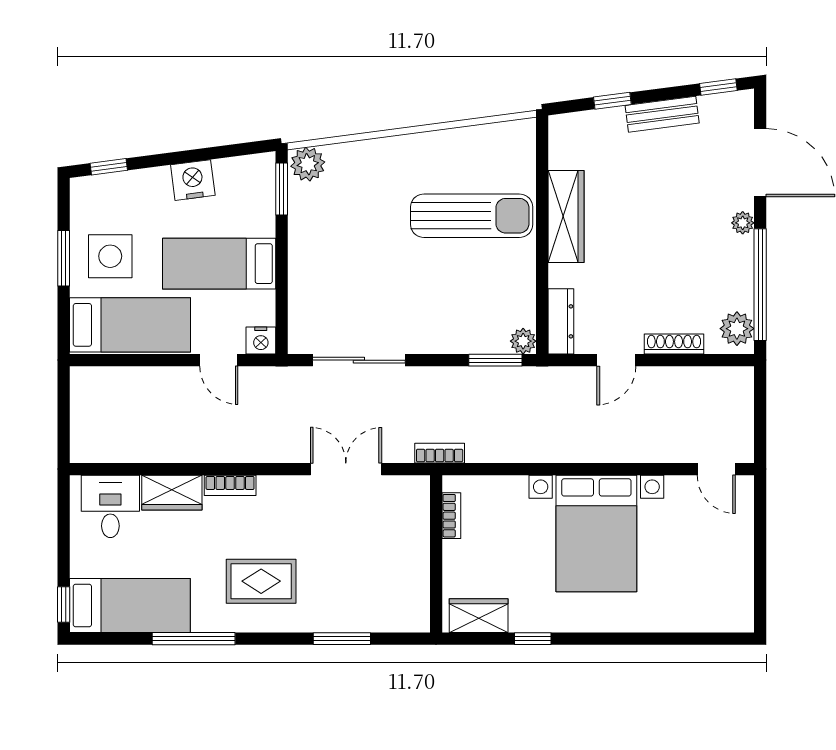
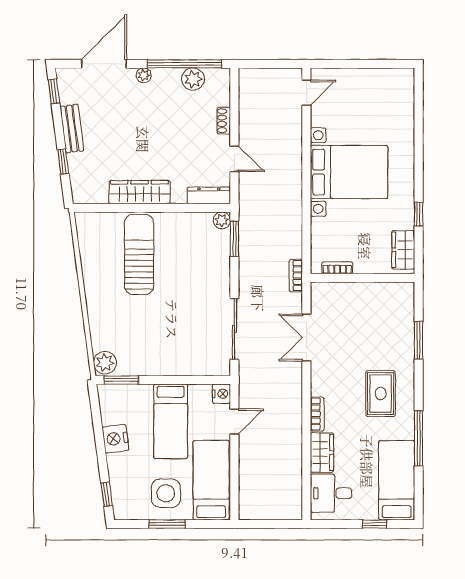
plant: (737, 329) -> (193, 79), moved
shoe rack: (674, 344) -> (224, 121), width x0.70
window: (64, 604) -> (375, 524), moved

